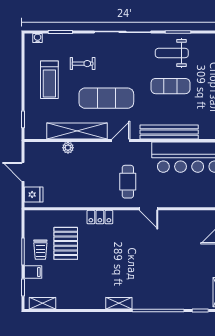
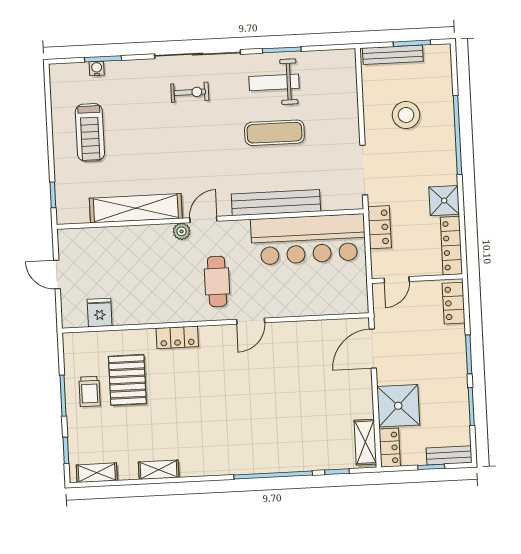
water cooler: (38, 38) -> (97, 68), moved
exercise bike: (83, 64) -> (190, 92), moved
exercise mat: (106, 98) -> (178, 156), removed
plant: (68, 148) -> (182, 231), moved
fridge: (34, 194) -> (100, 313), moved, turned -90
door: (149, 209) -> (251, 321), hinge flipped
filing cabinet: (33, 272) -> (80, 426), removed
shelving: (119, 303) -> (159, 470), moved

